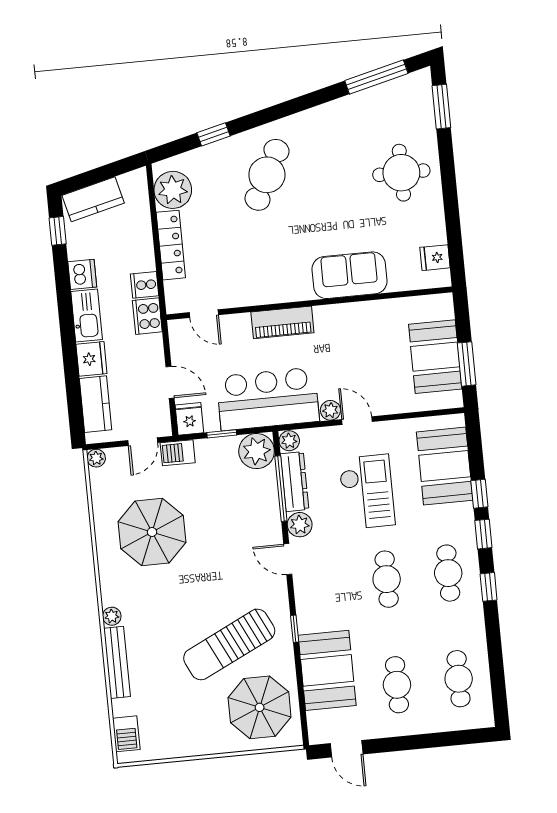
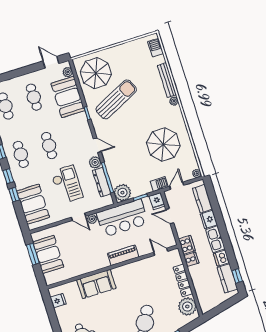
kitchen counter: (93, 199) -> (227, 278), moved, turned -76
plant: (289, 441) -> (68, 72), moved
checkout: (367, 492) -> (67, 184), turned 180

